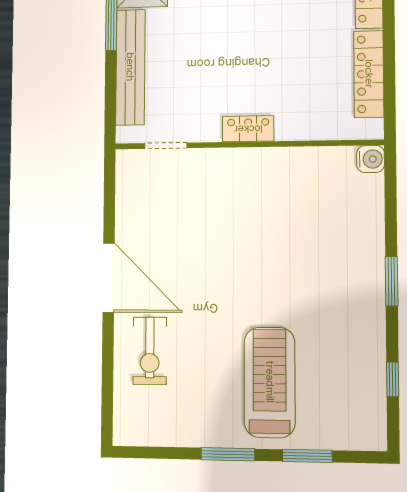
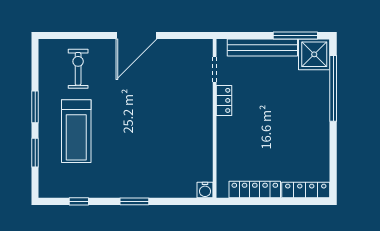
locker: (248, 129) -> (224, 100), moved
exercise bike: (150, 351) -> (78, 69), moved, turned 90
treadmill: (270, 382) -> (76, 131), turned 90

